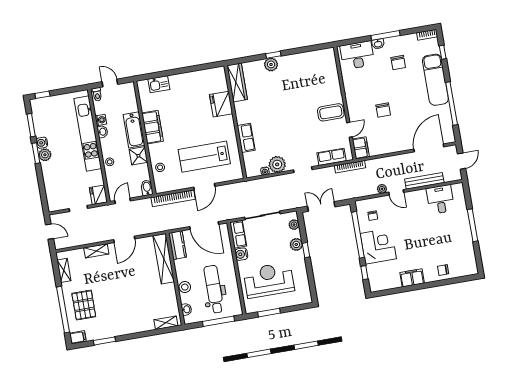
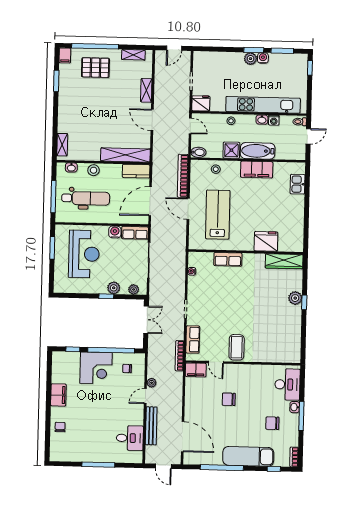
plant: (277, 164) -> (196, 285), removed

